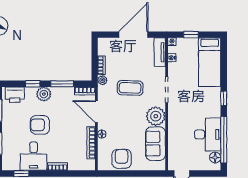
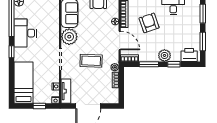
armchair: (40, 125) -> (149, 23), moved, turned -109
desk: (208, 134) -> (25, 33), moved

